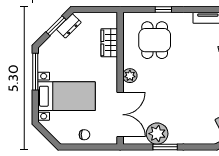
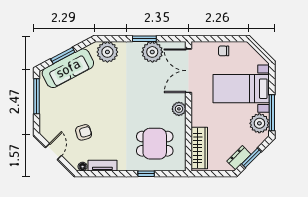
dining table: (155, 40) -> (155, 144), turned 90
wardrobe: (109, 43) -> (199, 148), width x1.50
plant: (48, 61) -> (259, 123), added
plant: (203, 134) -> (107, 52), added

